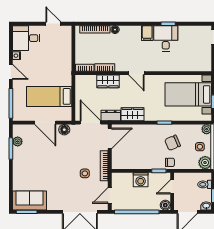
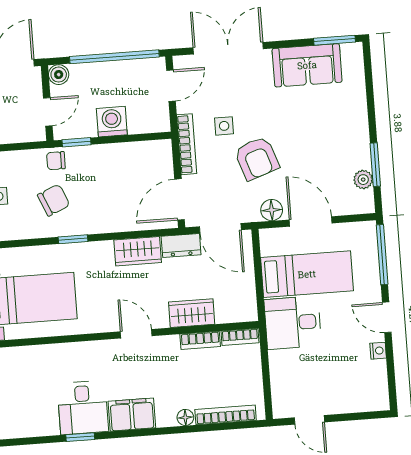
filing cabinet: (147, 33) -> (132, 415), width x2.00
desk: (26, 38) -> (293, 323), moved, turned 180
armchair: (70, 156) -> (257, 158), added
sofa: (29, 200) -> (307, 65), moved

